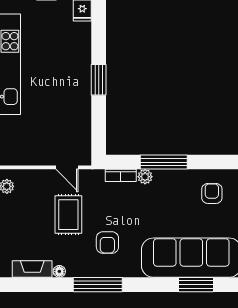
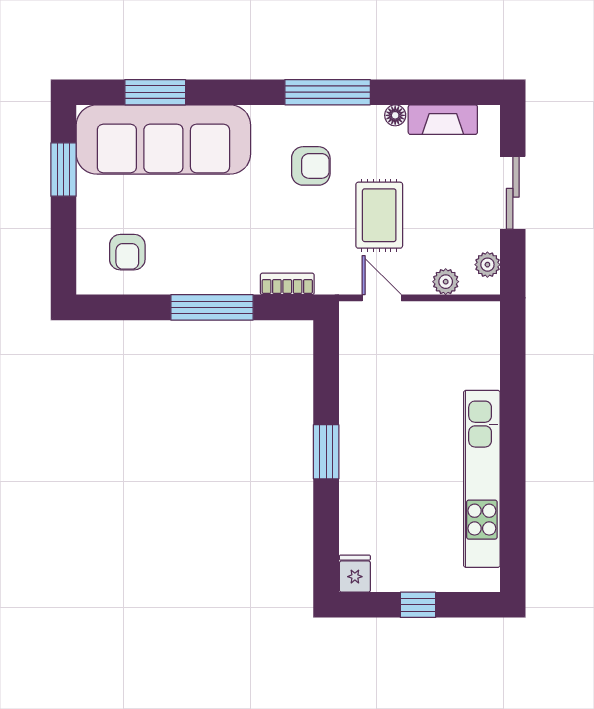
plant: (145, 177) -> (446, 282), moved
armchair: (107, 243) -> (311, 166), turned 90

